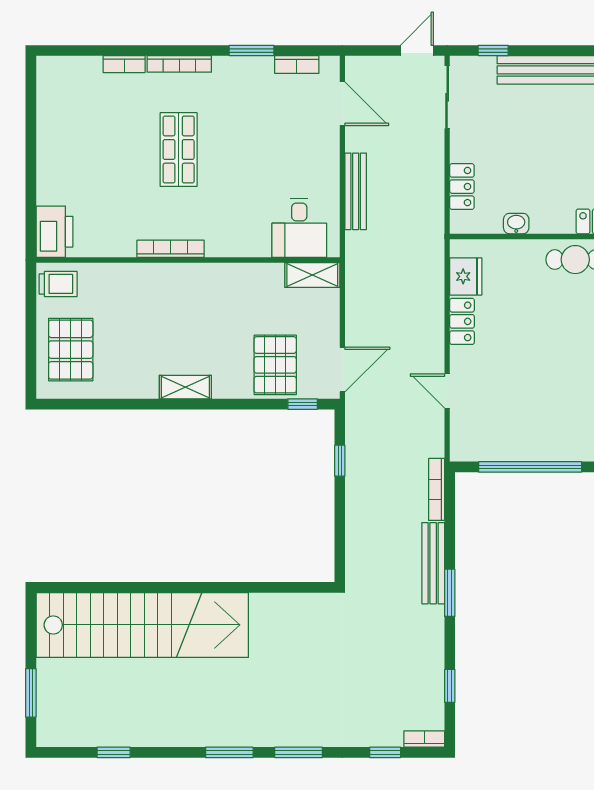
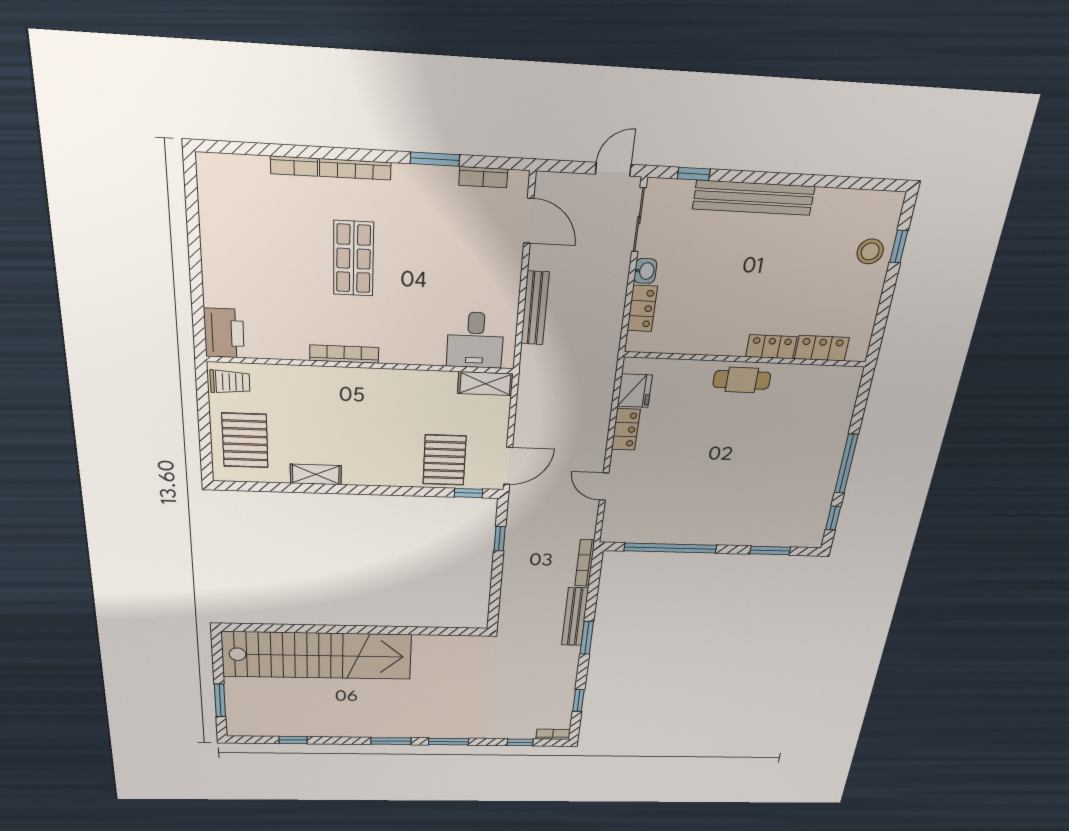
washbasin: (516, 224) -> (645, 271), moved, turned 90
shelving: (185, 387) -> (316, 474), moved

